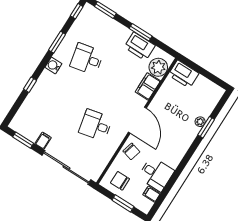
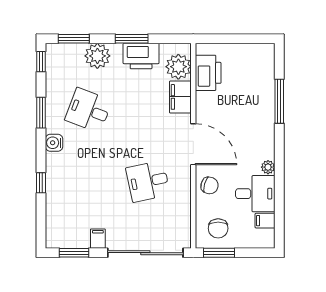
plant: (113, 29) -> (97, 56), added
desk: (87, 59) -> (88, 110), turned 33
printer: (183, 74) -> (208, 73), moved, turned -90
plant: (200, 122) -> (268, 167), moved
window: (206, 127) -> (279, 101), width x1.44
chair: (120, 181) -> (218, 228), turned -90
window: (123, 203) -> (219, 253), moved

